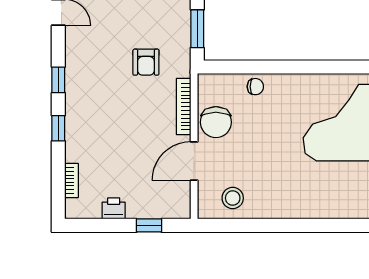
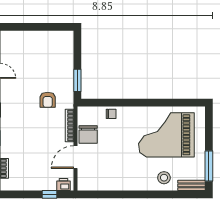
stool: (233, 198) -> (164, 178), moved
printer: (114, 208) -> (64, 185), moved

